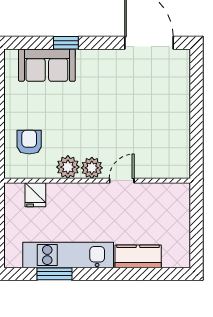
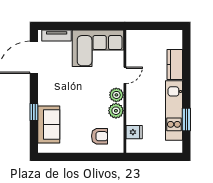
tv unit: (182, 77) -> (57, 36), added
corner sofa: (163, 140) -> (98, 48), added
armchair: (29, 142) -> (100, 136), turned 180
door: (122, 181) -> (125, 75), swing flipped

